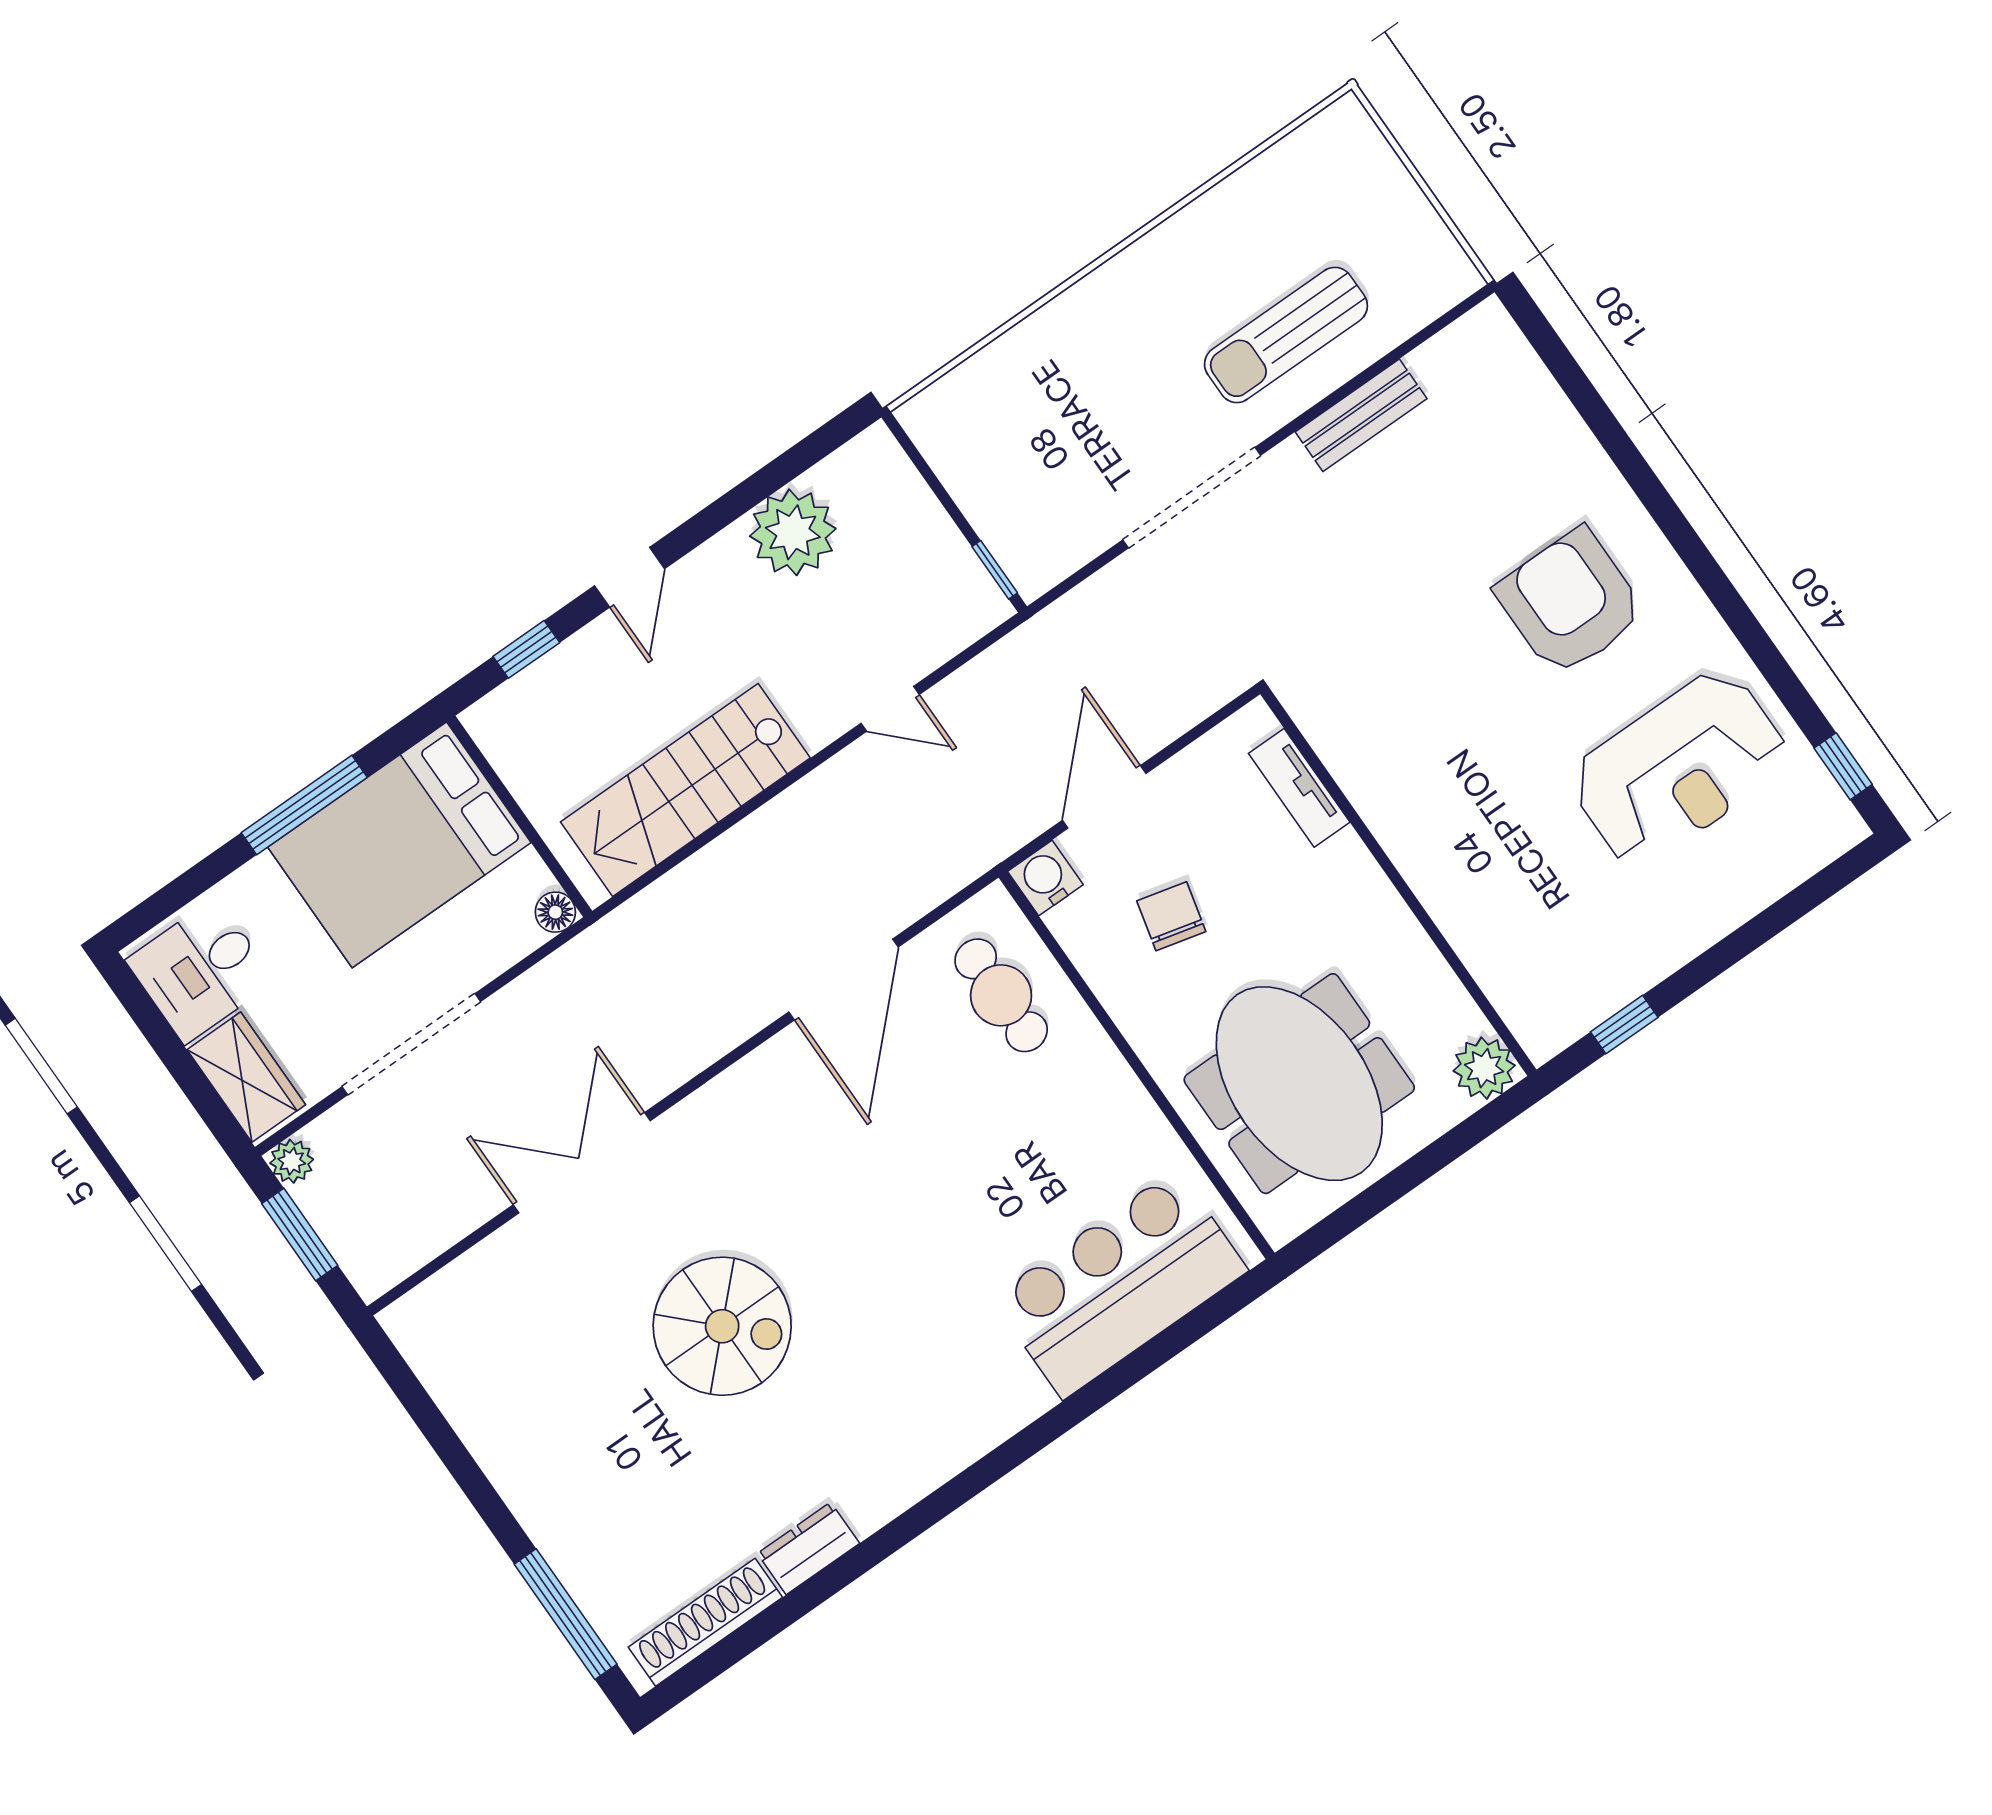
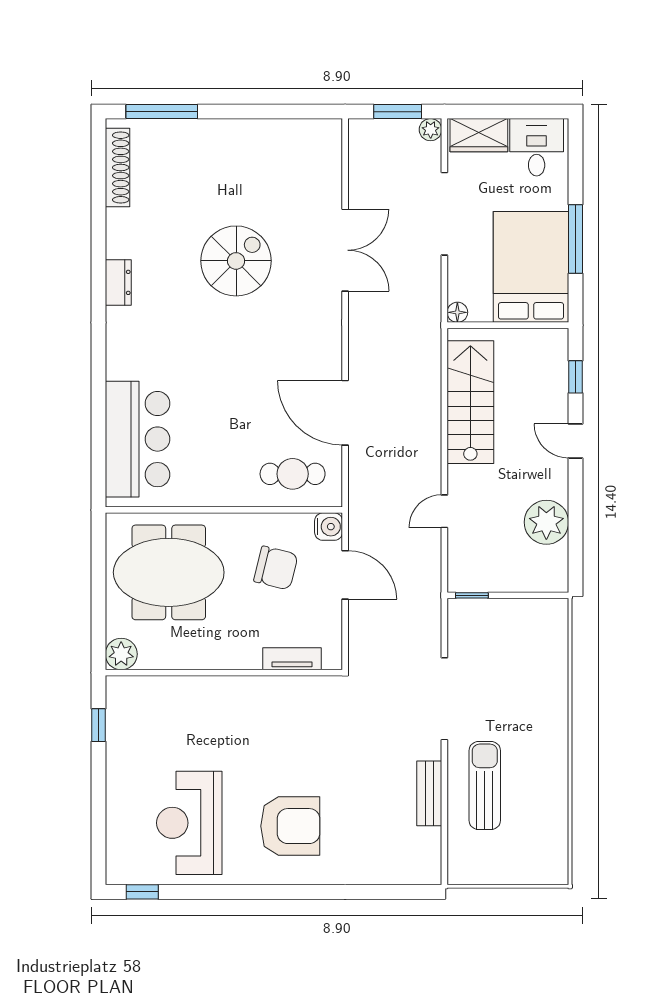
chair: (1171, 916) -> (276, 568), width x1.37, depth x1.37
spiral stairs: (722, 1326) -> (236, 261), turned 180
dresser: (808, 1548) -> (118, 282), moved

